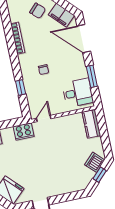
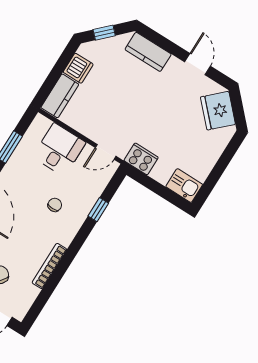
desk: (78, 93) -> (59, 150), moved, turned 90
dishwasher: (95, 162) -> (78, 68), moved, turned -45
kitchen counter: (70, 186) -> (148, 52), added

